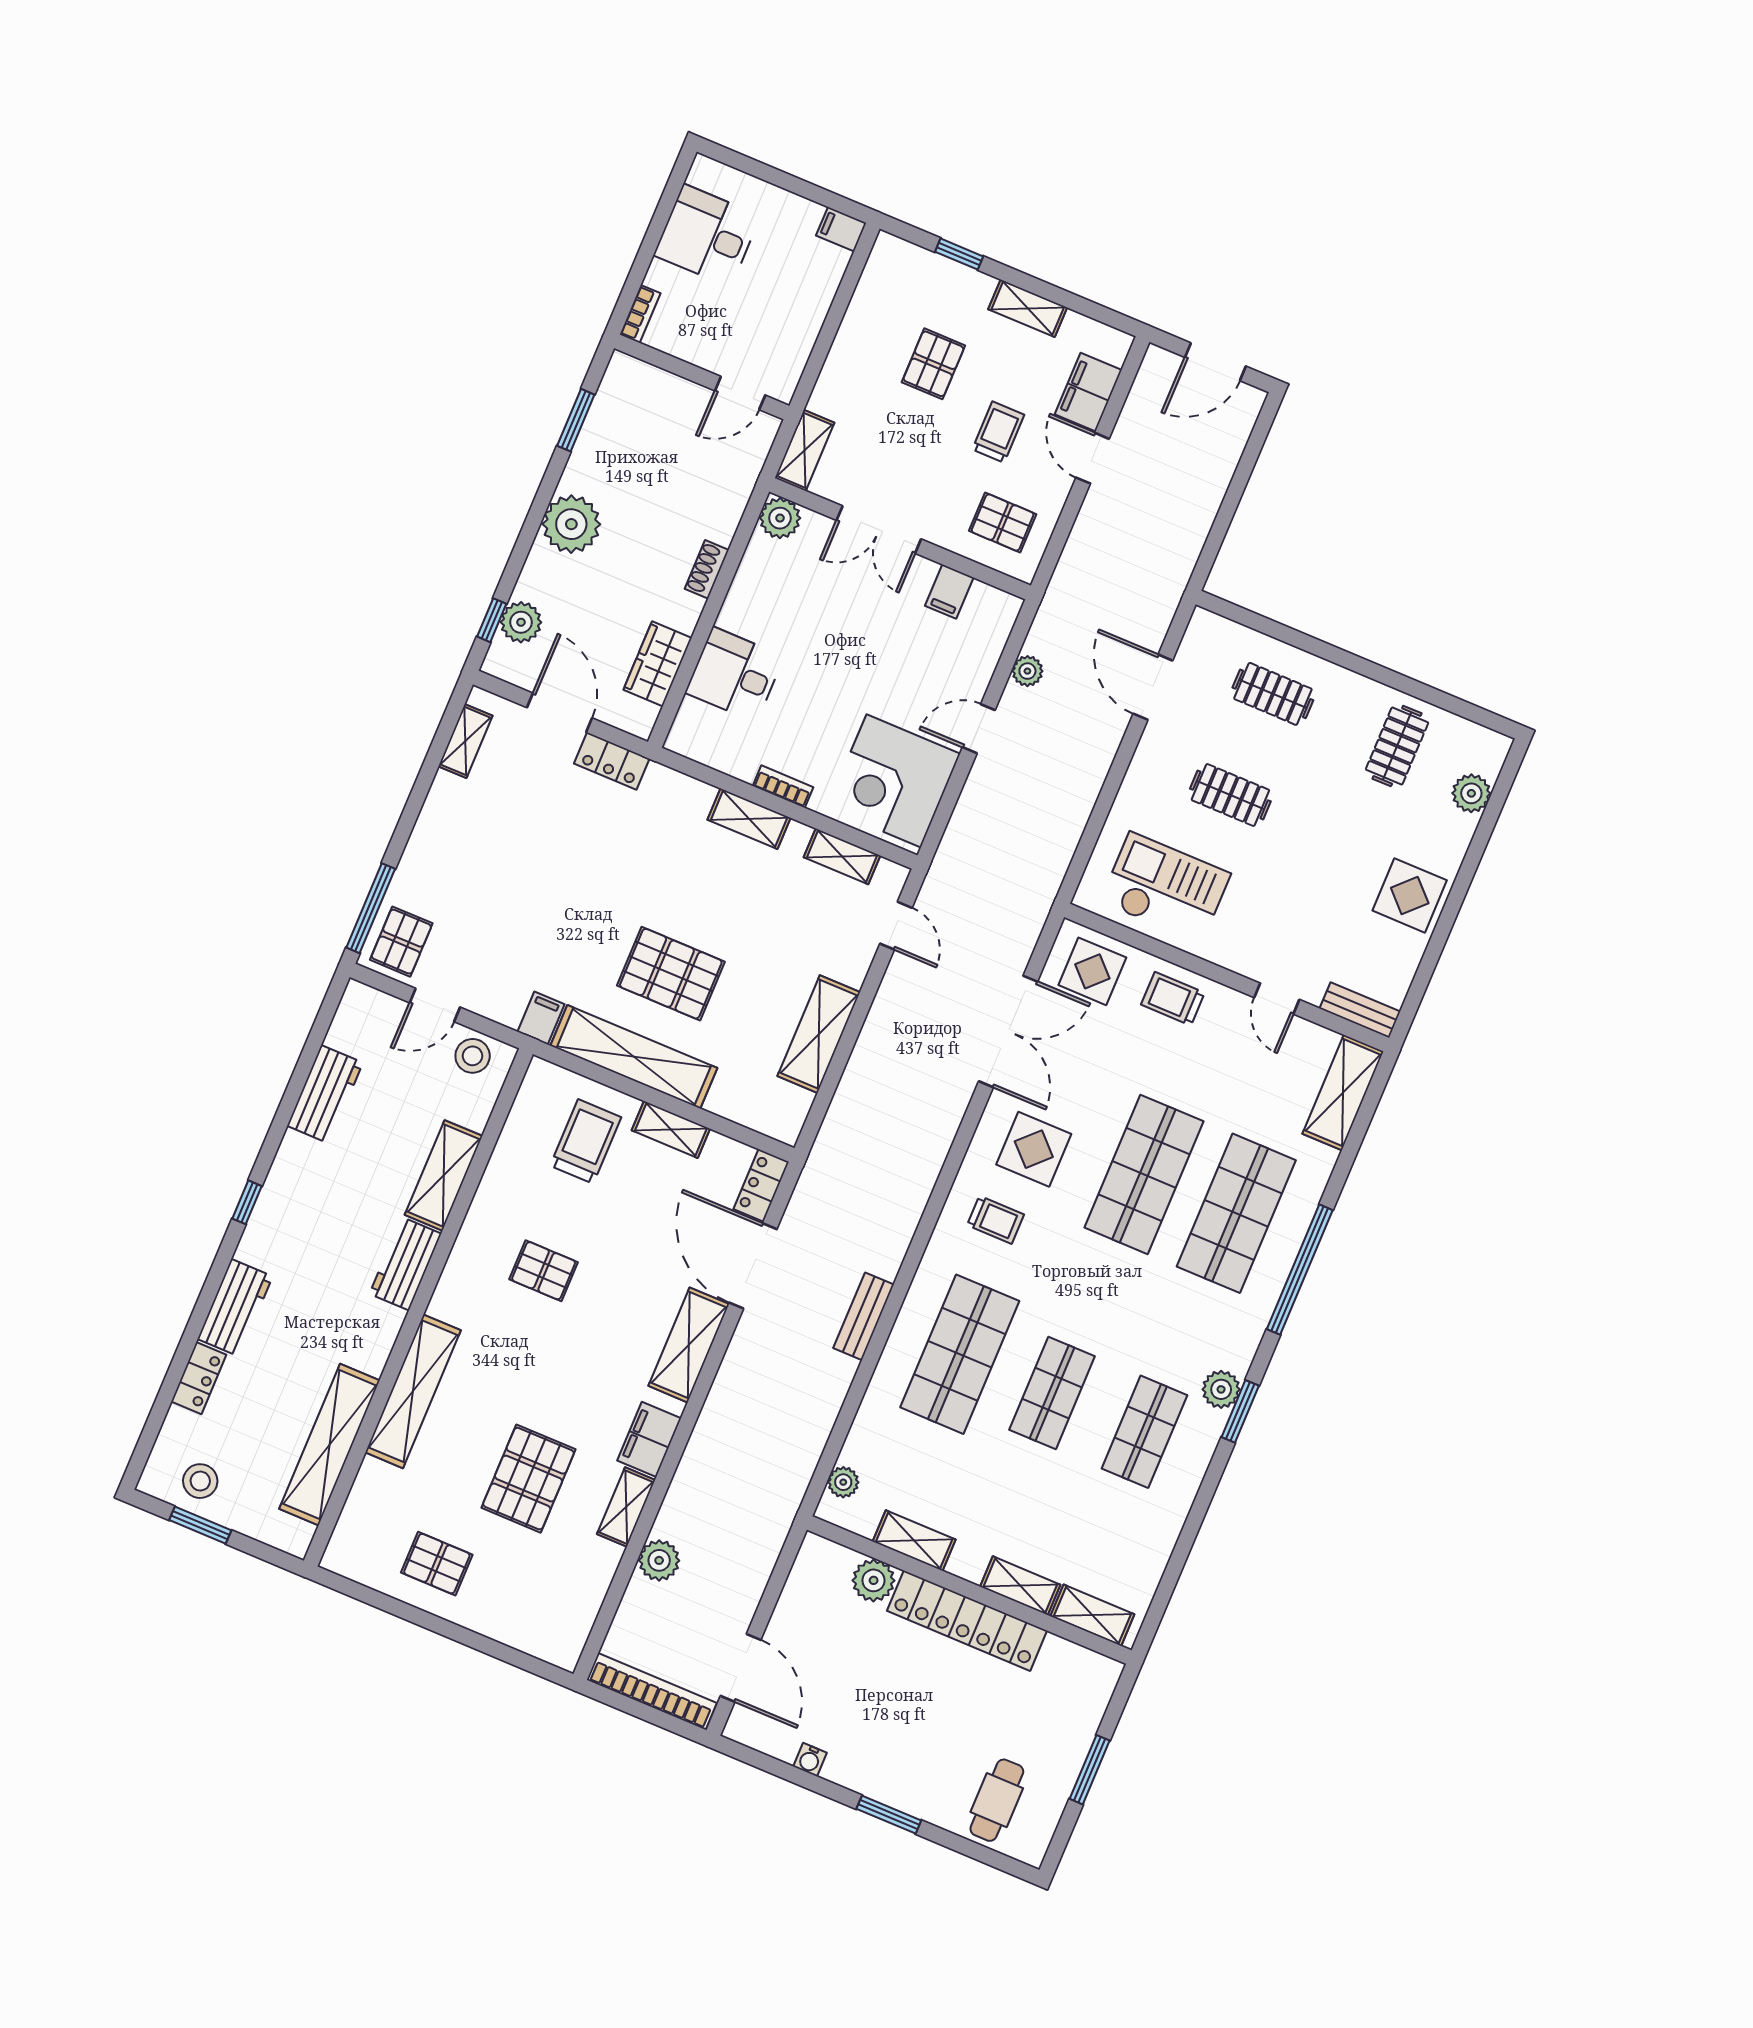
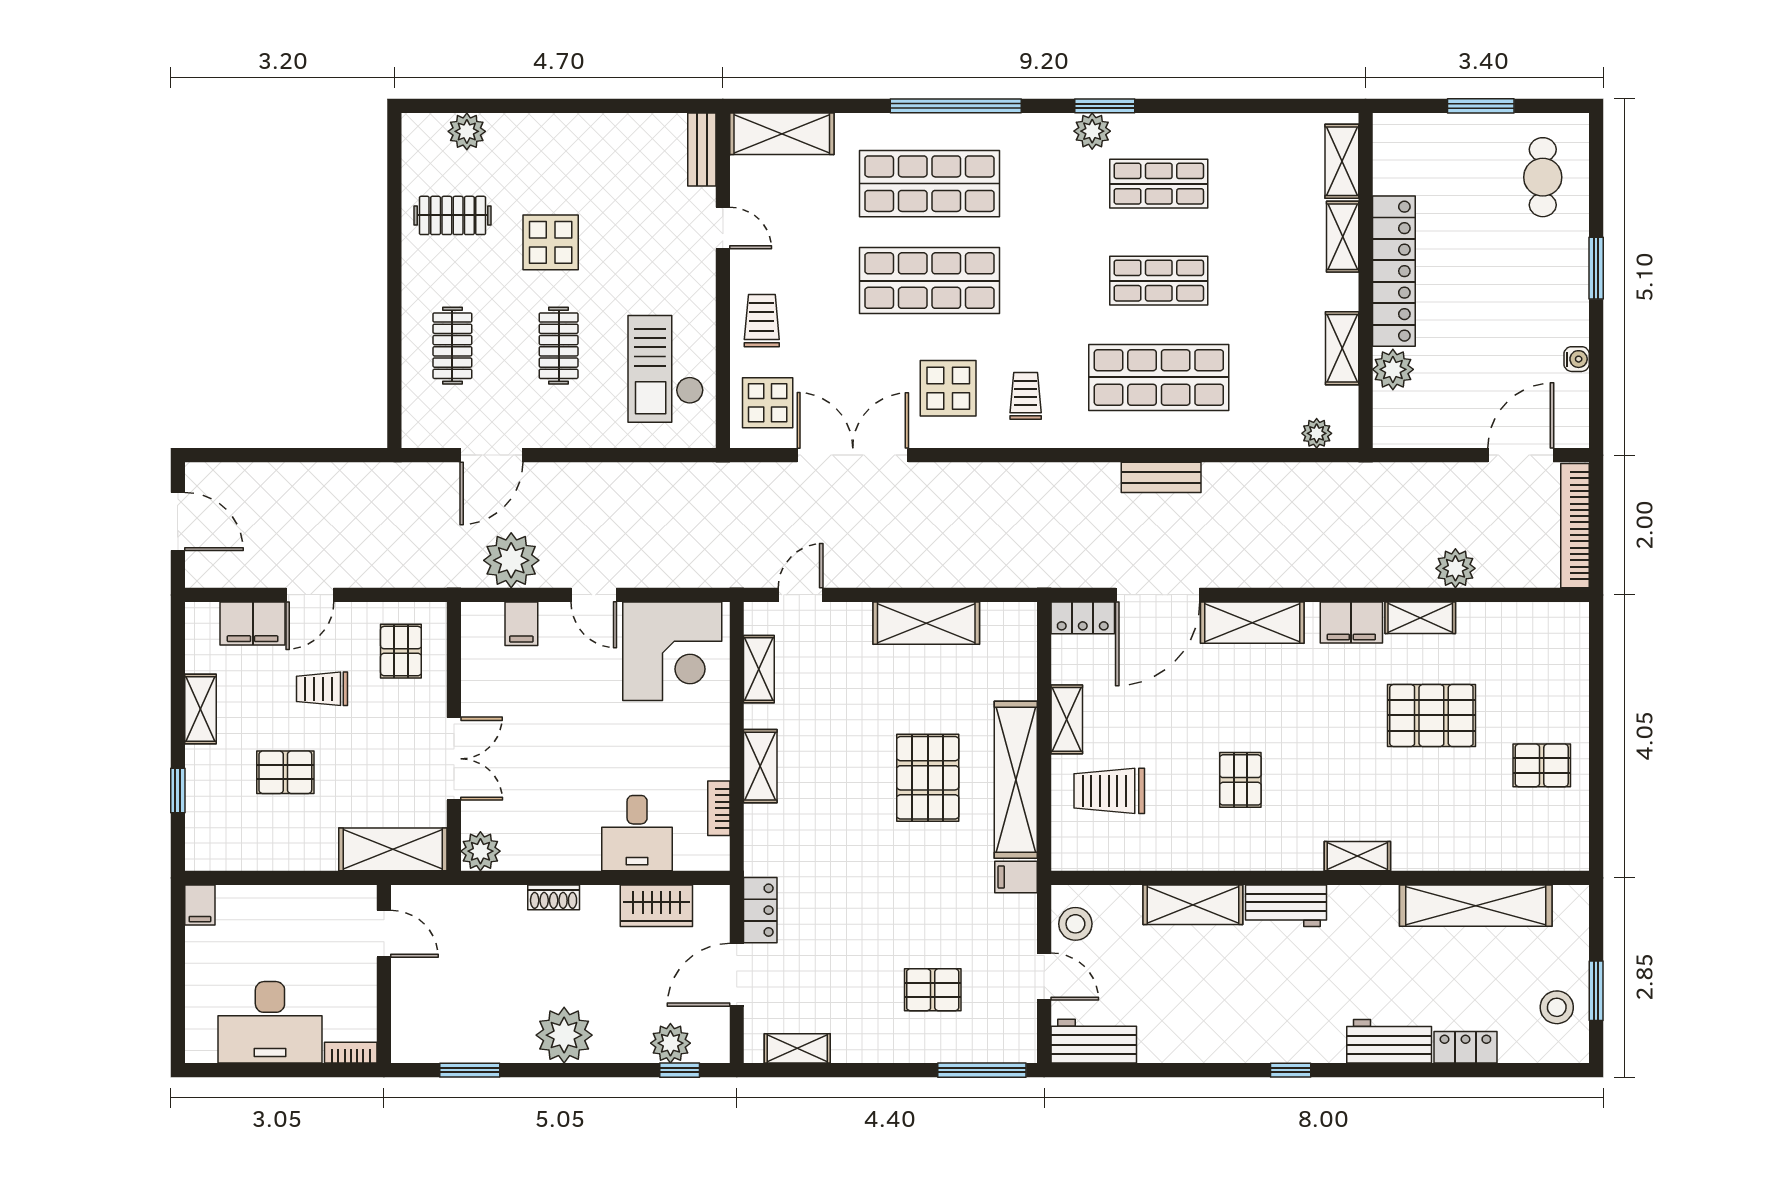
desk: (707, 236) -> (270, 1022), width x1.37
shelving: (805, 450) -> (393, 849), width x1.50, depth x1.33
filing cabinet: (949, 592) -> (521, 624), moved, turned 90
plant: (1027, 671) -> (511, 560), width x1.87, depth x1.87
bookcase: (783, 787) -> (719, 808), moved
display table: (1410, 895) -> (551, 242), moved
pallet: (401, 942) -> (933, 990), moved
trolley: (1173, 999) -> (762, 321), turned 180
door: (1277, 999) -> (723, 228), hinge flipped
workbench: (325, 1094) -> (1094, 1041), moved
shelving: (413, 1391) -> (1357, 856), width x0.45, depth x0.75
pallet: (437, 1564) -> (1542, 765), turned 90
cafe table: (997, 1800) -> (1543, 177), turned 90

